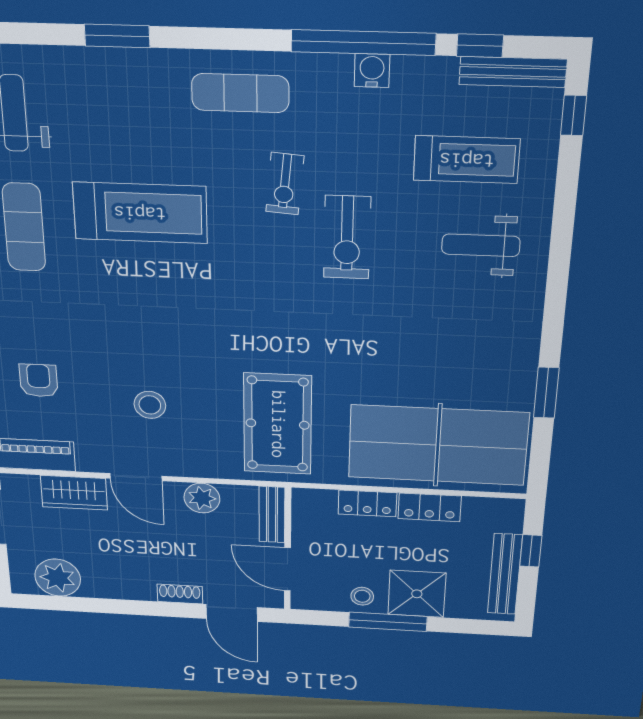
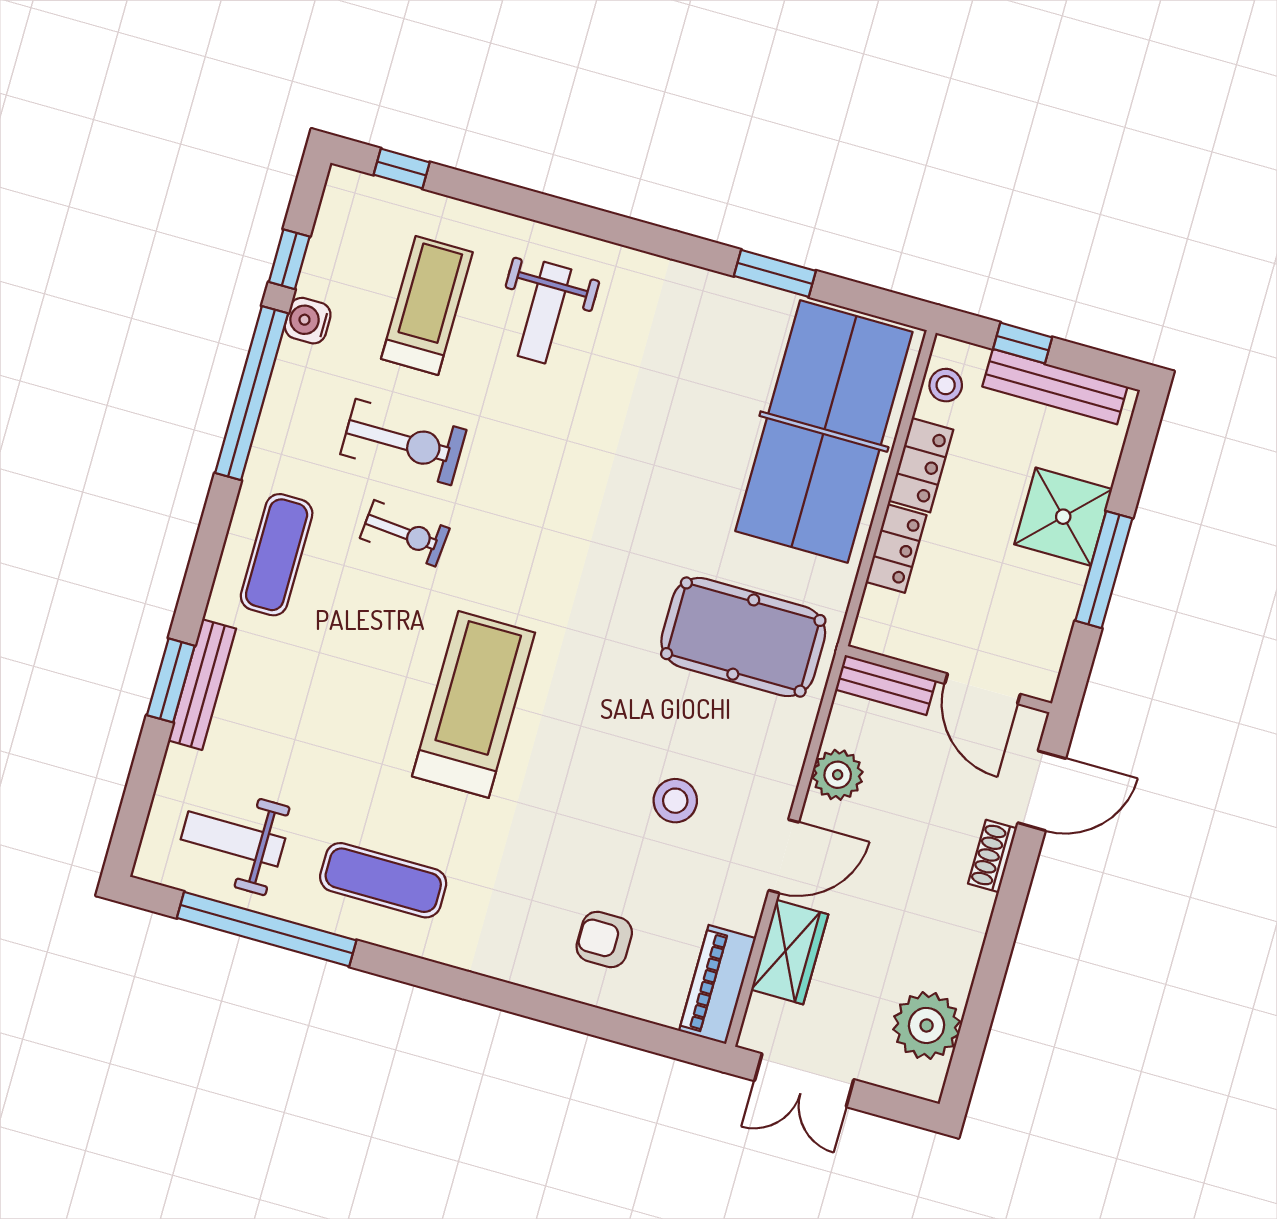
water cooler: (372, 70) -> (308, 321), moved
bench: (513, 72) -> (202, 685), moved
treadmill: (140, 213) -> (474, 704), moved
exercise bike: (347, 237) -> (403, 442), moved
door: (287, 569) -> (982, 689), hinge flipped
stool: (362, 596) -> (946, 385), moved

